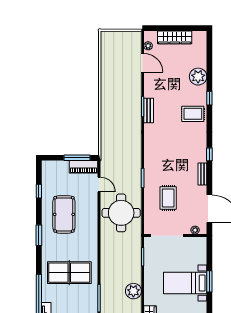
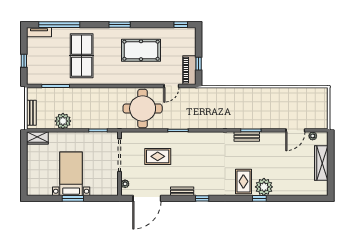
plant: (198, 77) -> (264, 187), moved
window: (77, 158) -> (199, 64), width x0.46
window: (39, 191) -> (181, 25), moved

